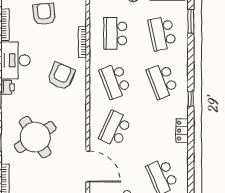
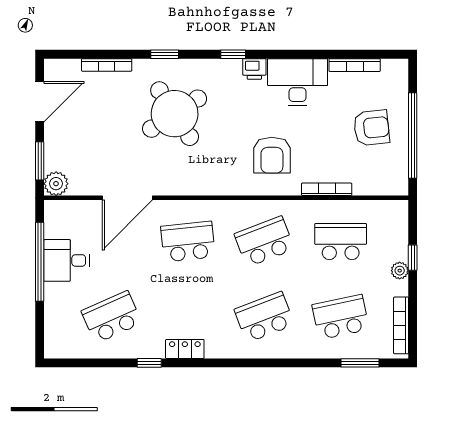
armchair: (61, 76) -> (272, 155), turned 67
window: (191, 99) -> (149, 363), moved
school desk: (115, 129) -> (188, 242), turned -30

